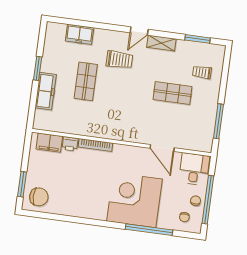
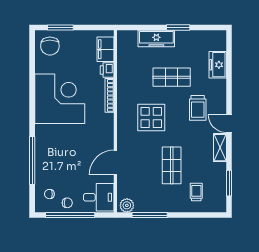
display table: (123, 107) -> (151, 117), added
plant: (206, 142) -> (127, 205), added
corner desk: (134, 200) -> (60, 99), moved

